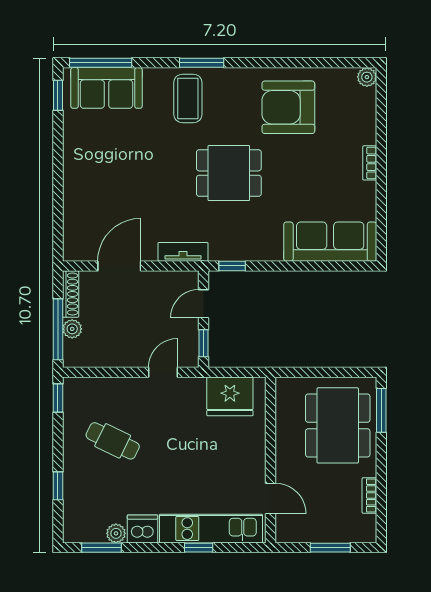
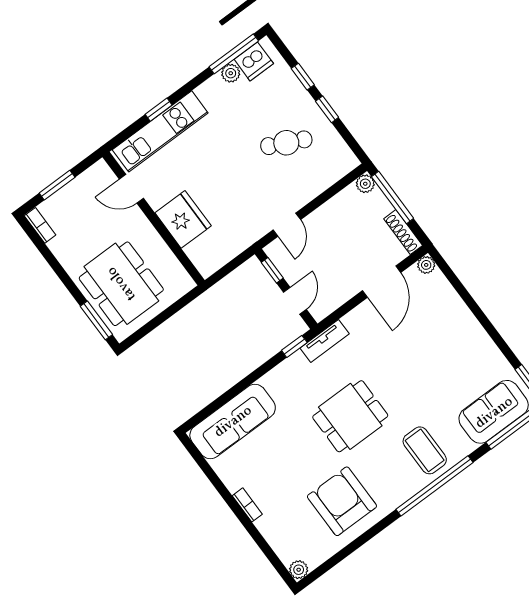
window: (202, 63) -> (435, 486), width x2.11
armchair: (288, 107) -> (342, 501), turned -90
plant: (72, 252) -> (426, 265), added
tv unit: (183, 252) -> (325, 341), moved
plant: (72, 329) -> (365, 184), moved
fridge: (230, 396) -> (183, 219), moved, turned 90
window: (58, 398) -> (327, 109), moved
bookcase: (369, 495) -> (40, 225), moved
dishwasher: (143, 529) -> (254, 61), moved
window: (102, 548) -> (234, 54), width x1.44

